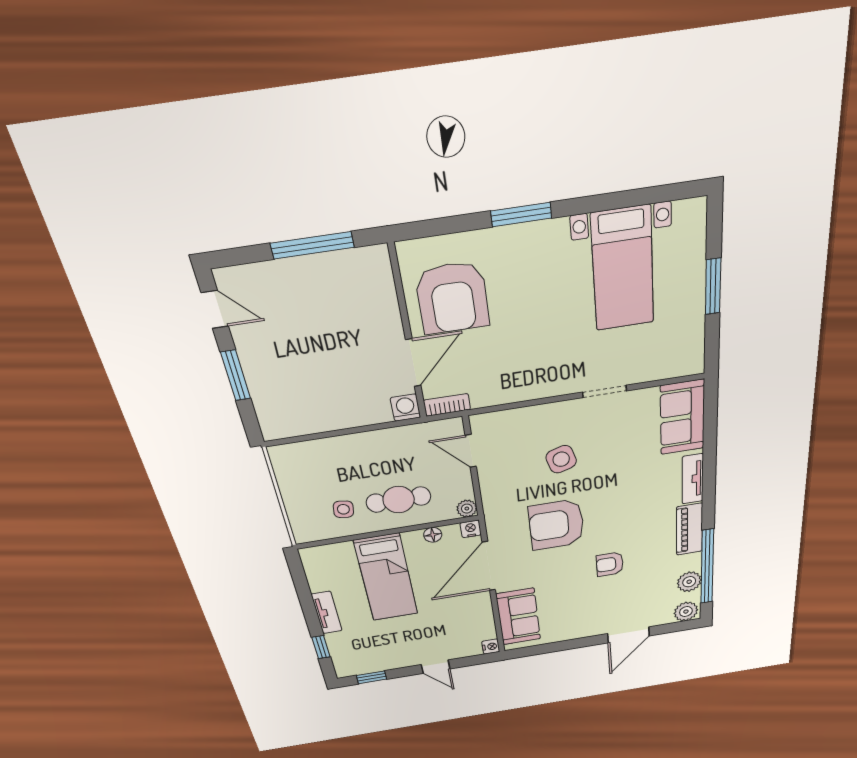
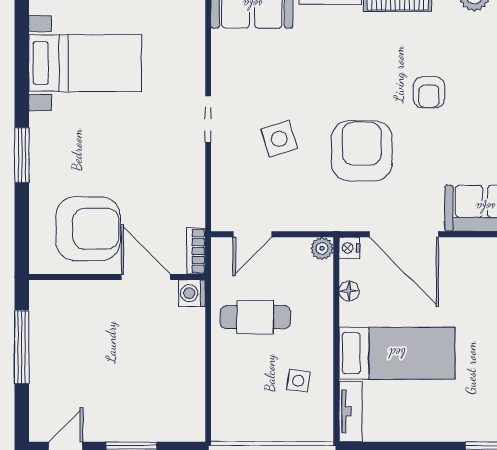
doorway: (605, 391) -> (208, 119), moved
cafe table: (399, 500) -> (255, 317), moved, turned 90
armchair: (556, 525) -> (362, 151), turned 180
tv unit: (327, 613) -> (350, 411), moved, turned 90

